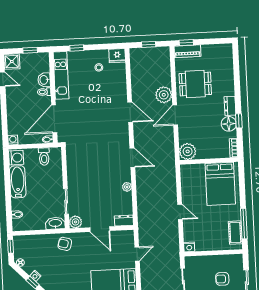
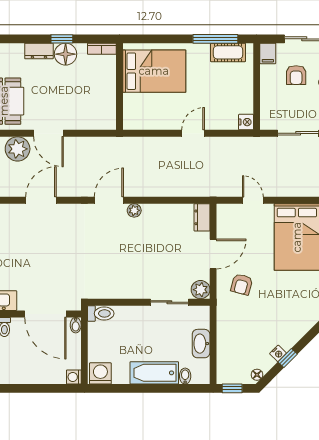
plant: (188, 151) -> (104, 117), removed
toilet: (44, 157) -> (101, 313), moved
bathtub: (18, 182) -> (154, 373), moved
plant: (127, 187) -> (134, 210), moved
washbasin: (55, 223) -> (201, 344), moved
armchair: (65, 244) -> (242, 284), moved
filing cabinet: (236, 259) -> (268, 53), added

